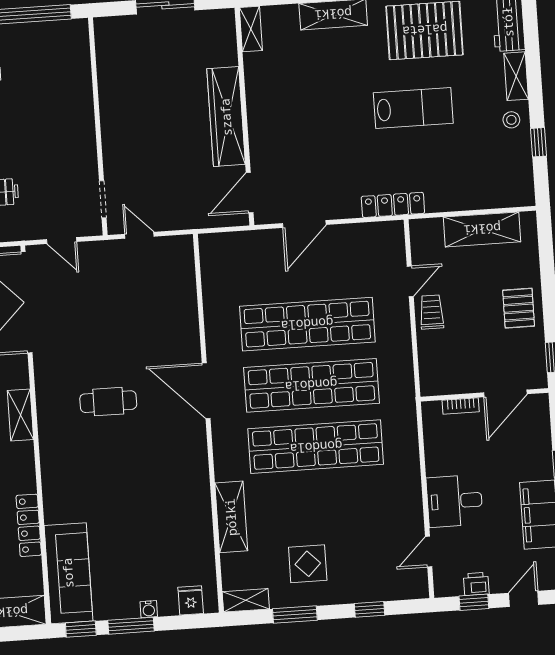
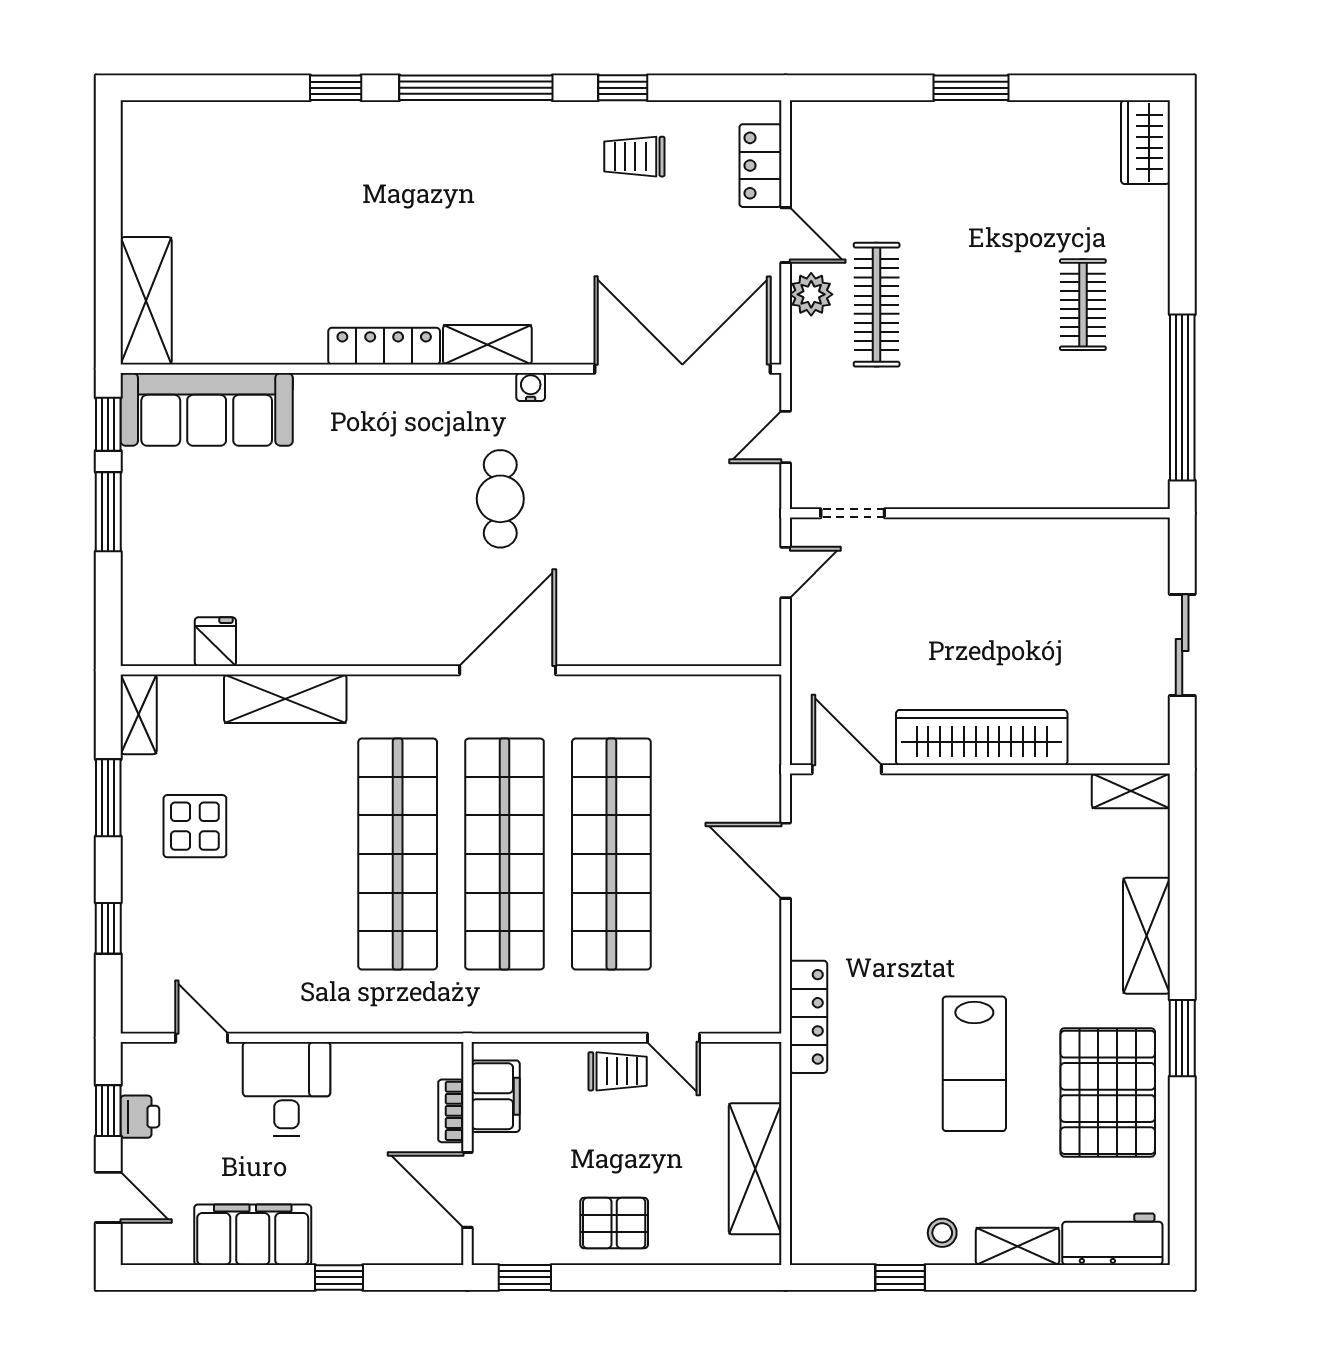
filing cabinet: (451, 381) -> (496, 1096), added
locker: (29, 525) -> (384, 346), moved
fridge: (191, 600) -> (215, 642), moved, turned -90
water cooler: (149, 609) -> (531, 387), moved, turned 90

